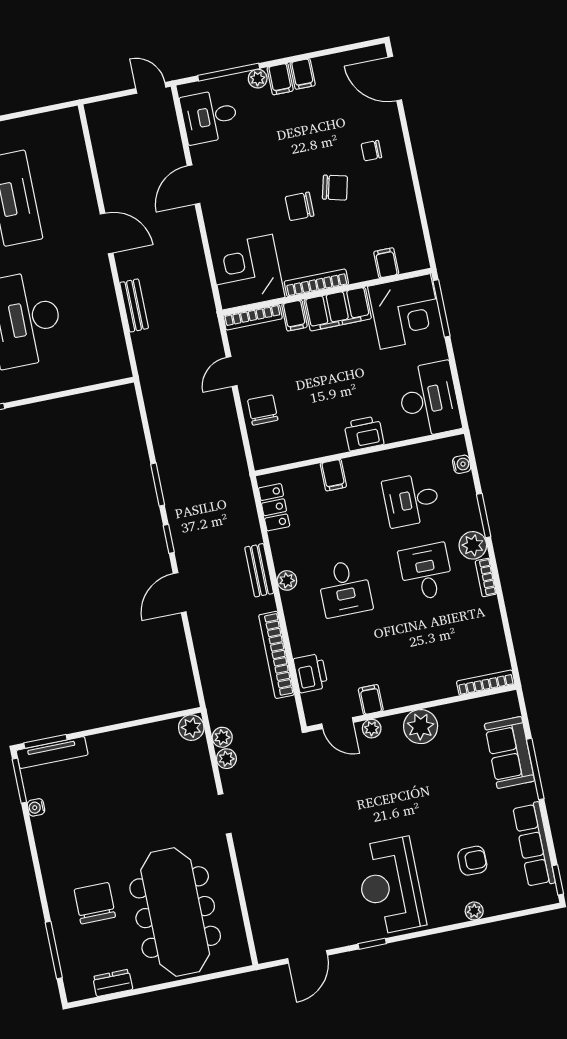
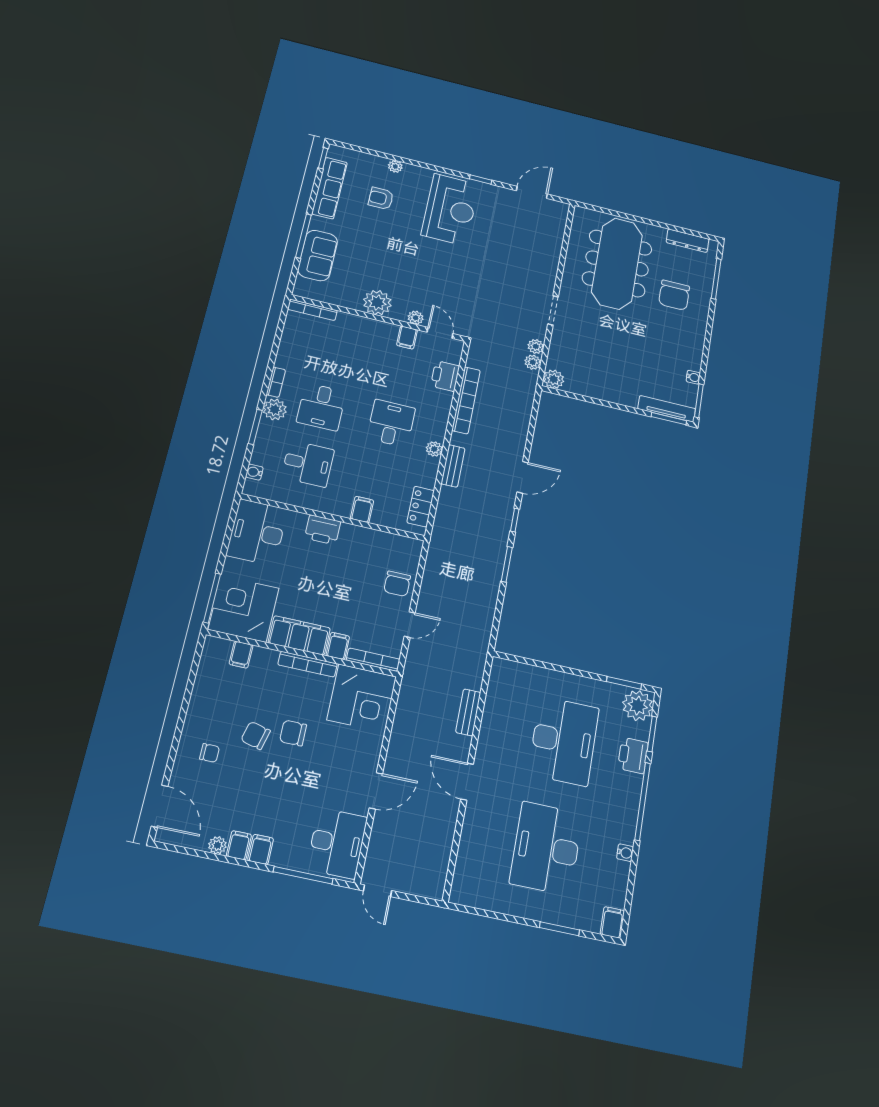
plant: (258, 79) -> (217, 845), moved
desk: (209, 117) -> (337, 843), width x1.37
chair: (300, 206) -> (293, 733), turned 180
dresser: (113, 983) -> (688, 241), width x1.44

